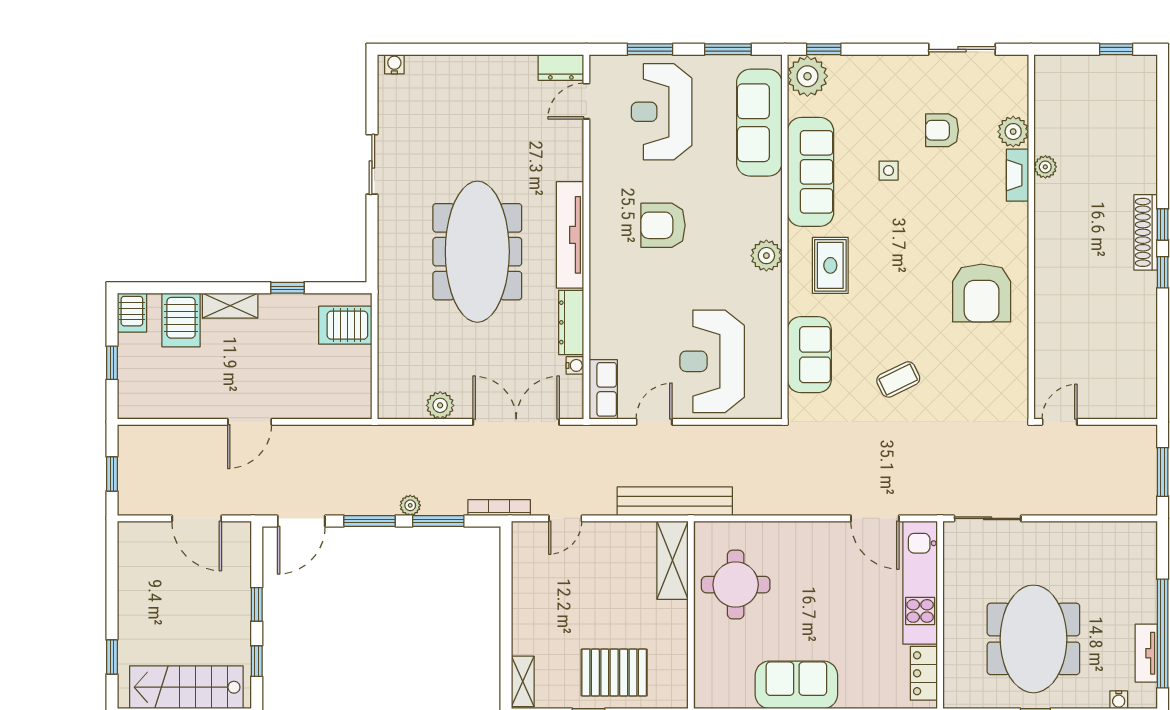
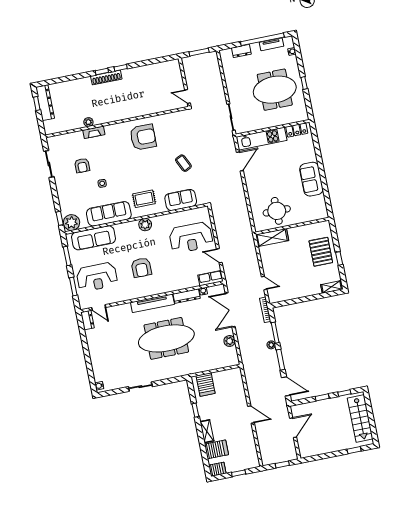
dresser: (1114, 70) -> (45, 103), added
plant: (1013, 132) -> (77, 137), removed
bench: (675, 501) -> (249, 241), removed
dresser: (1145, 576) -> (241, 51), added

